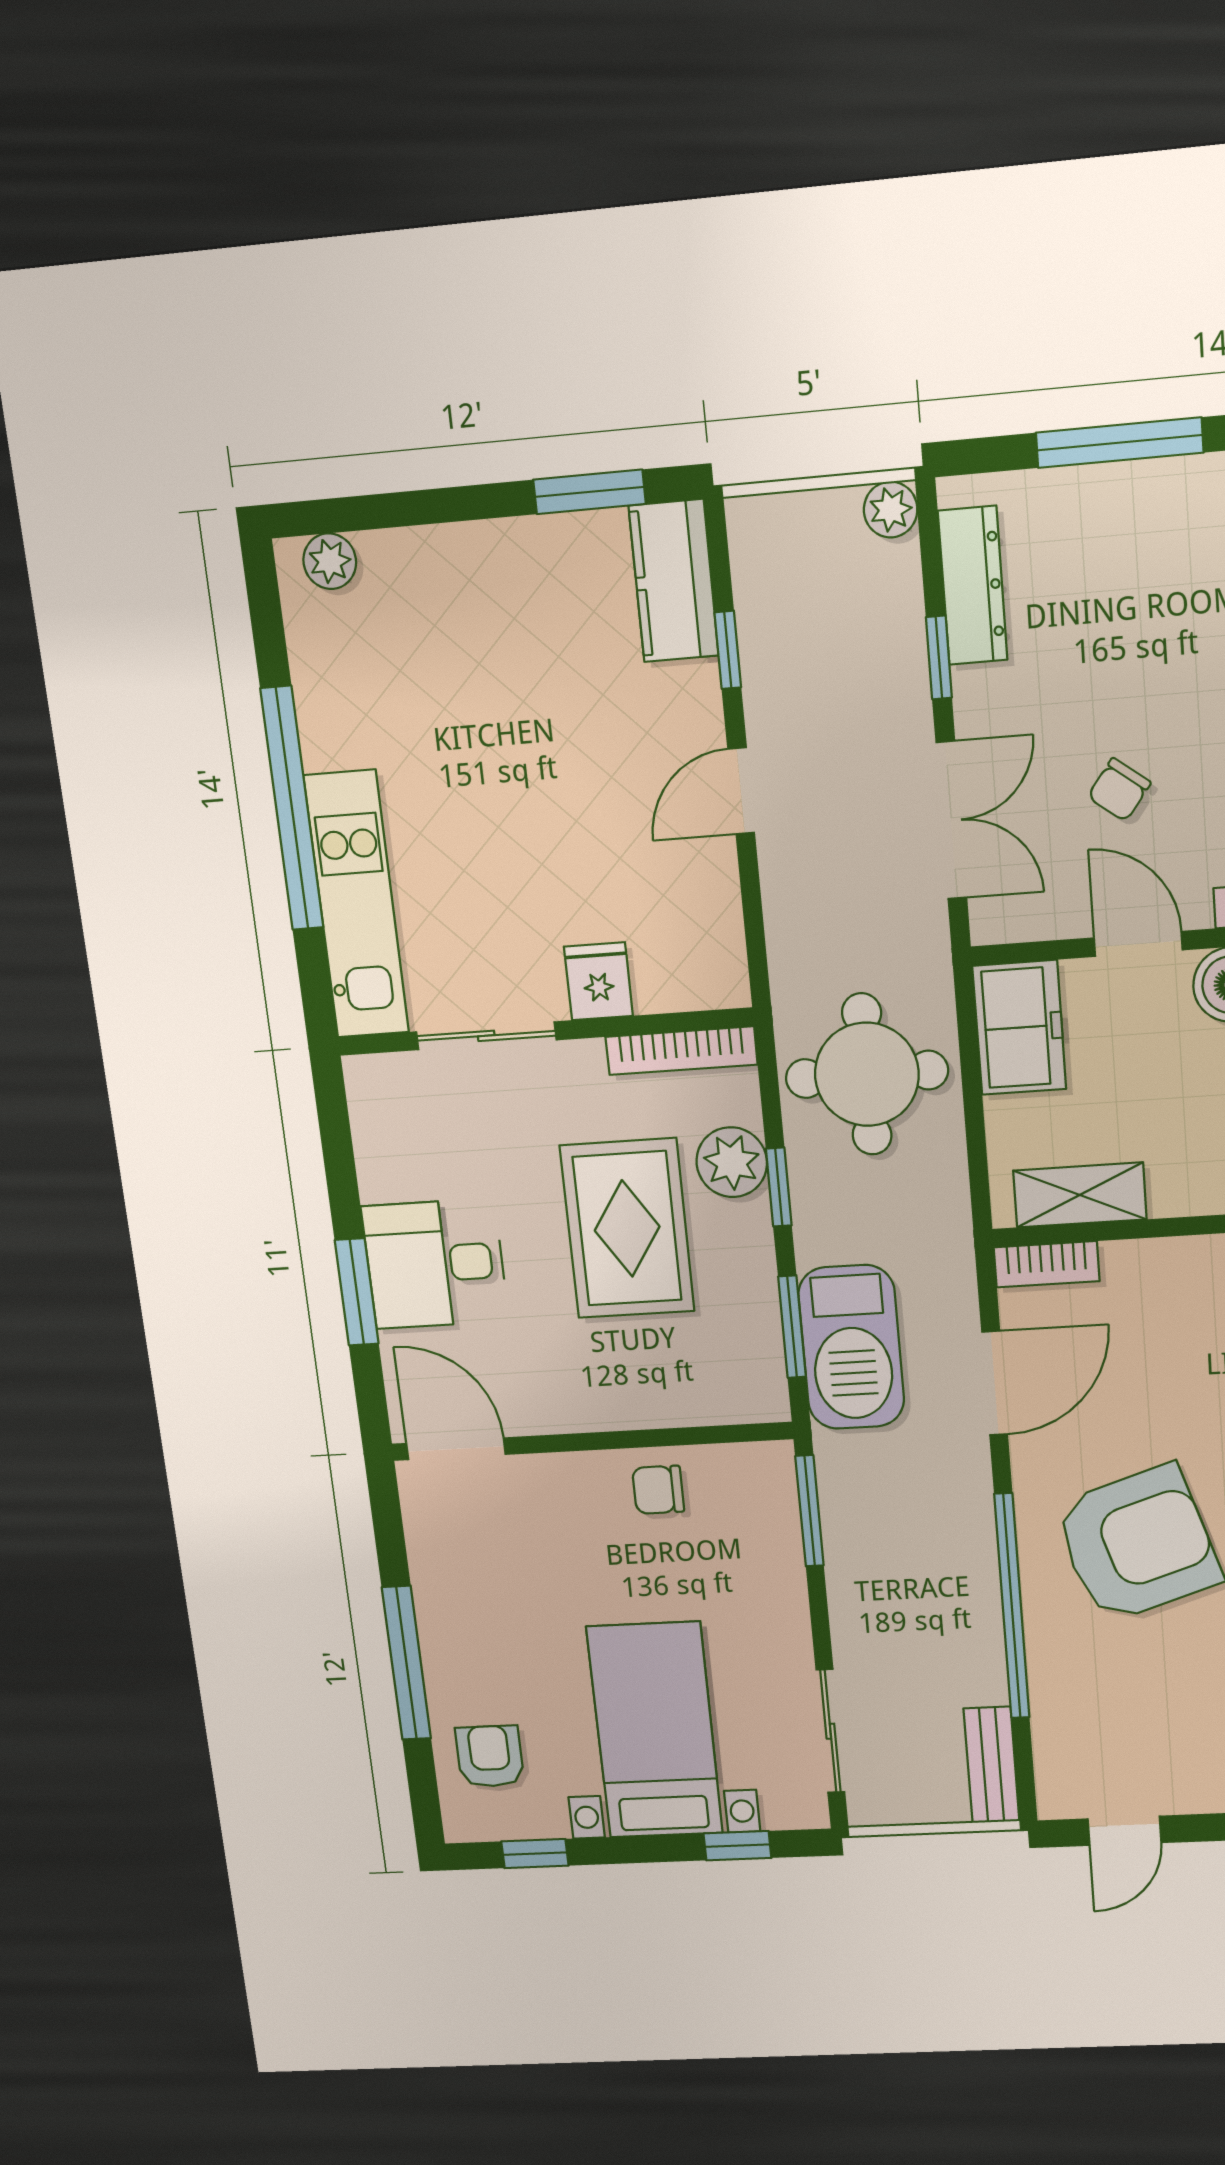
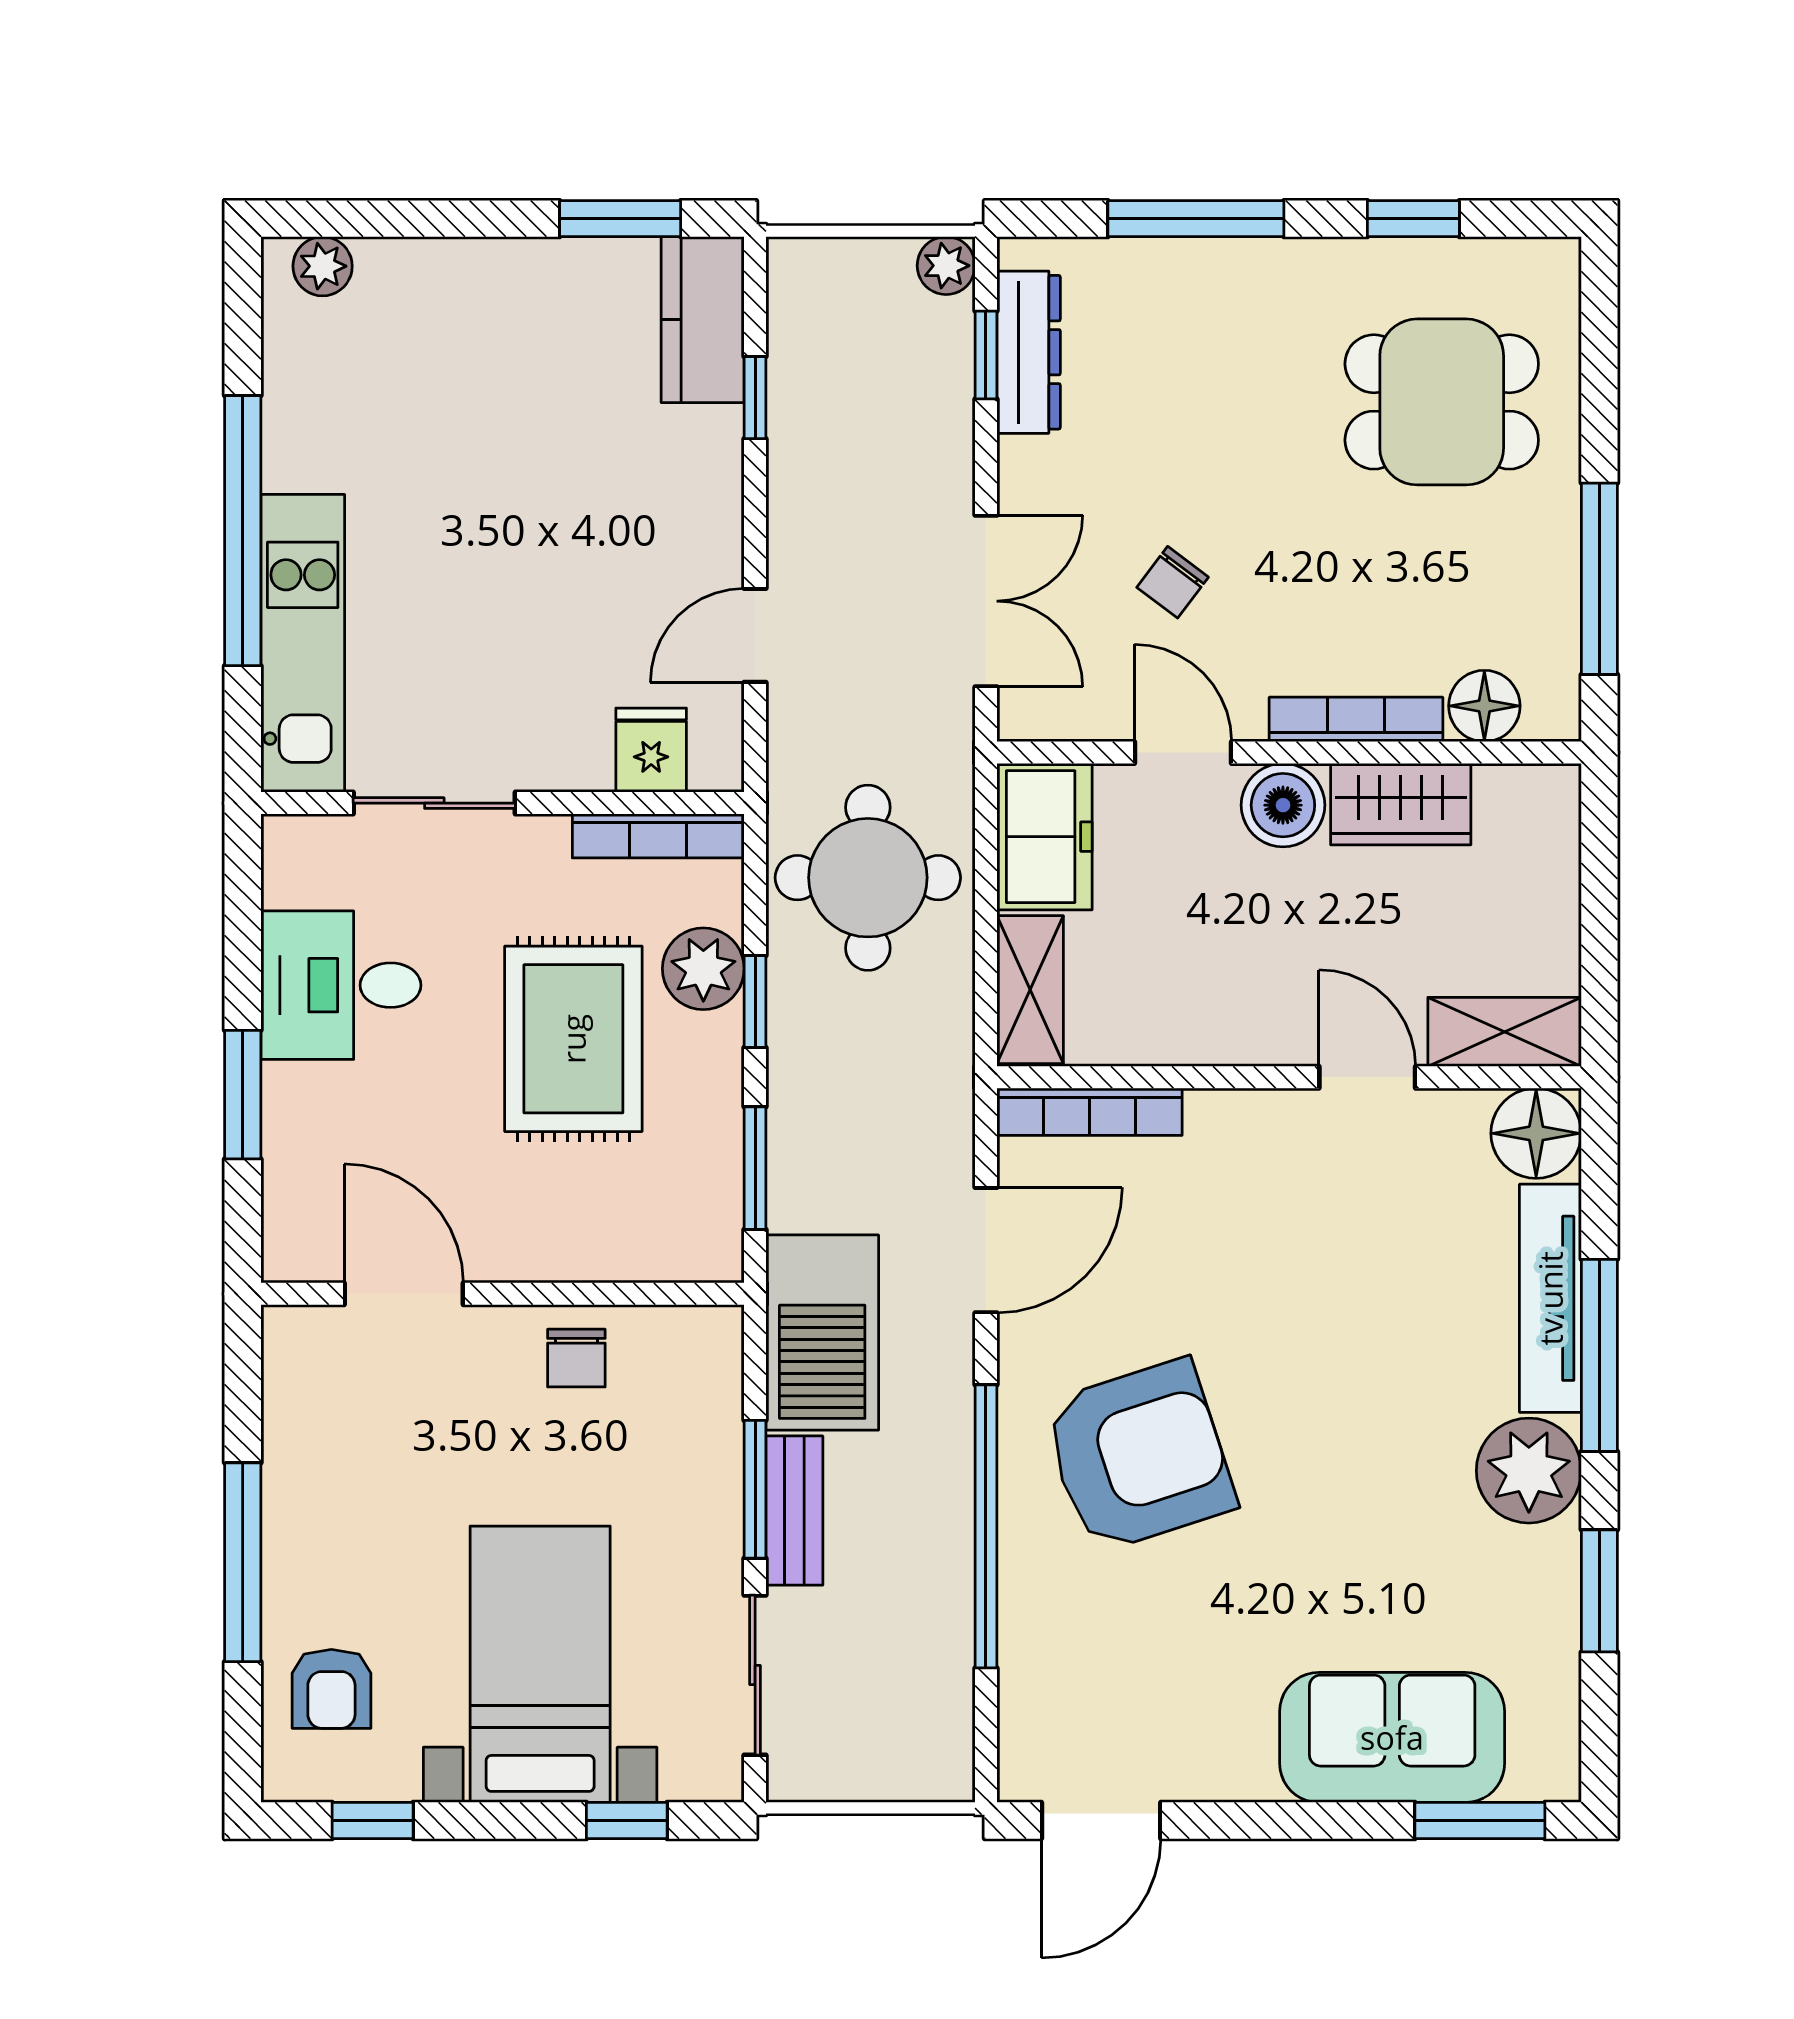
window: (939, 658) -> (986, 355), moved
door: (741, 791) -> (755, 635), moved
fridge: (598, 981) -> (651, 750), moved
shelving: (1080, 1195) -> (1030, 990), moved, turned 90
desk: (435, 1264) -> (341, 985), moved
bookcase: (1047, 1264) -> (1089, 1112), width x1.56
barbecue: (851, 1347) -> (822, 1333), moved
door: (456, 1449) -> (404, 1294), moved
chair: (658, 1490) -> (576, 1358), turned -90
window: (810, 1511) -> (755, 1489), moved
armchair: (490, 1756) -> (331, 1689), turned 180
bench: (992, 1765) -> (794, 1511), moved
door: (1124, 1831) -> (1101, 1820), width x1.38

